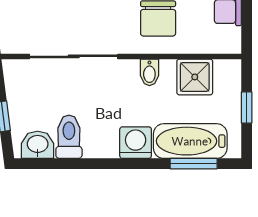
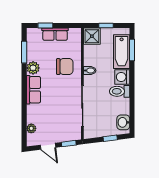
shower: (195, 77) -> (92, 36), moved
toilet: (69, 137) -> (120, 91), moved

